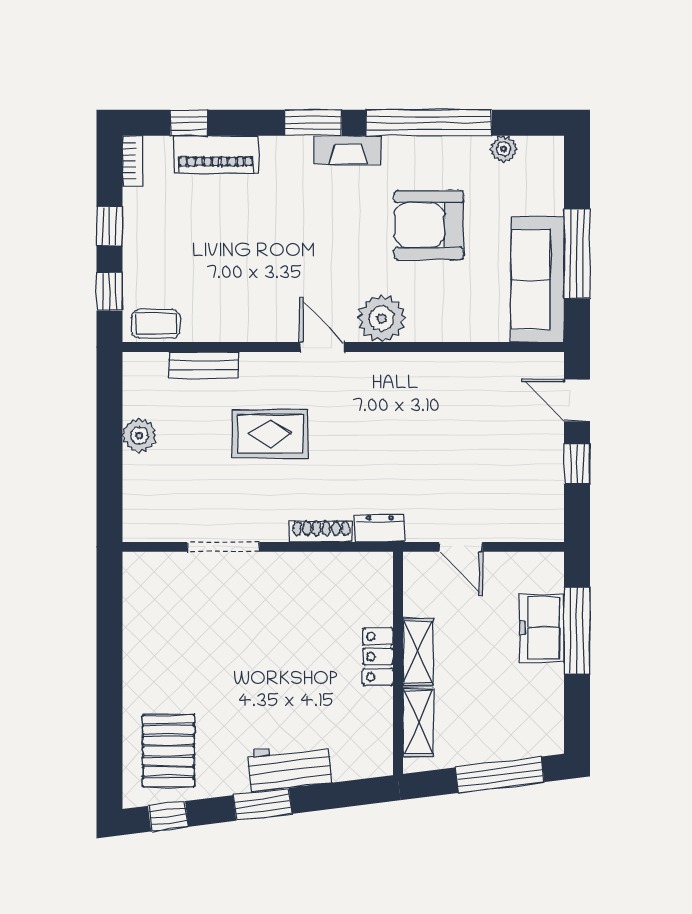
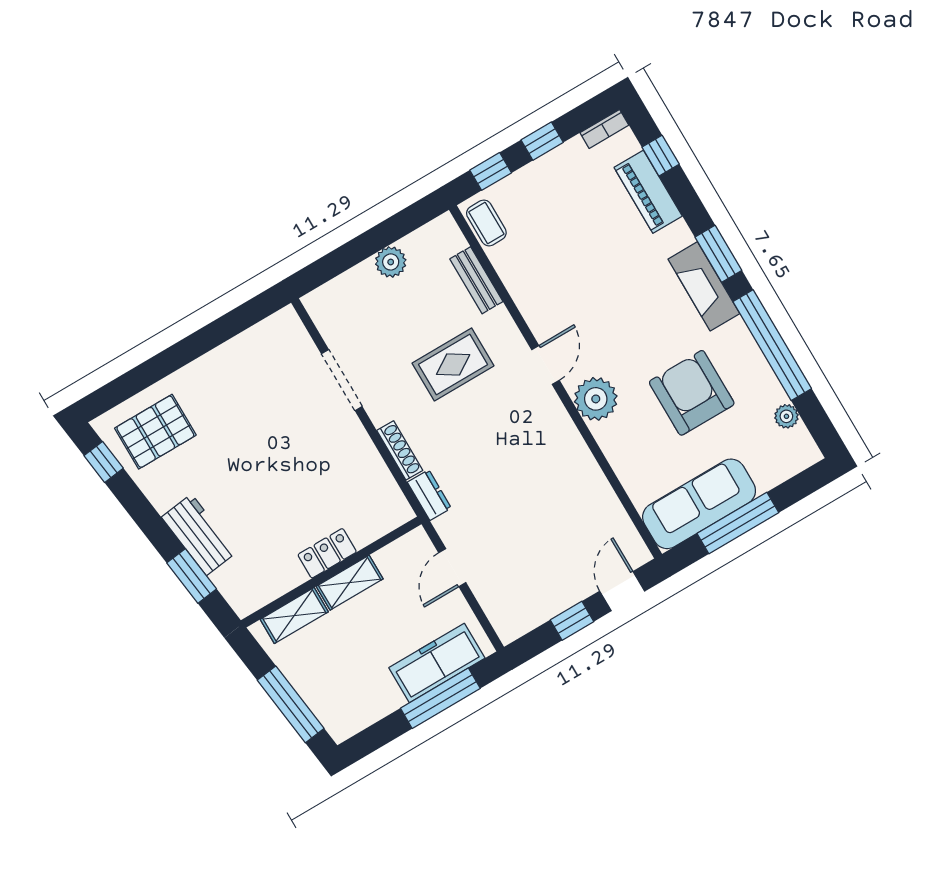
fireplace: (348, 150) -> (704, 286), width x1.37, depth x1.32
rug: (270, 434) -> (453, 364), turned 90
freezer: (542, 628) -> (437, 663), width x1.40
window: (263, 804) -> (192, 576), moved

